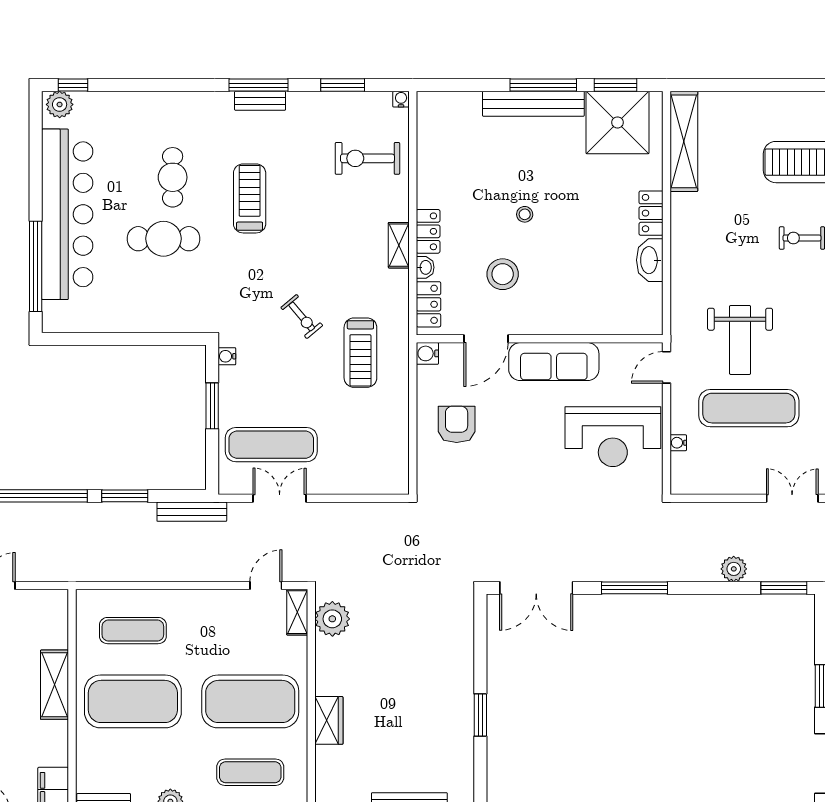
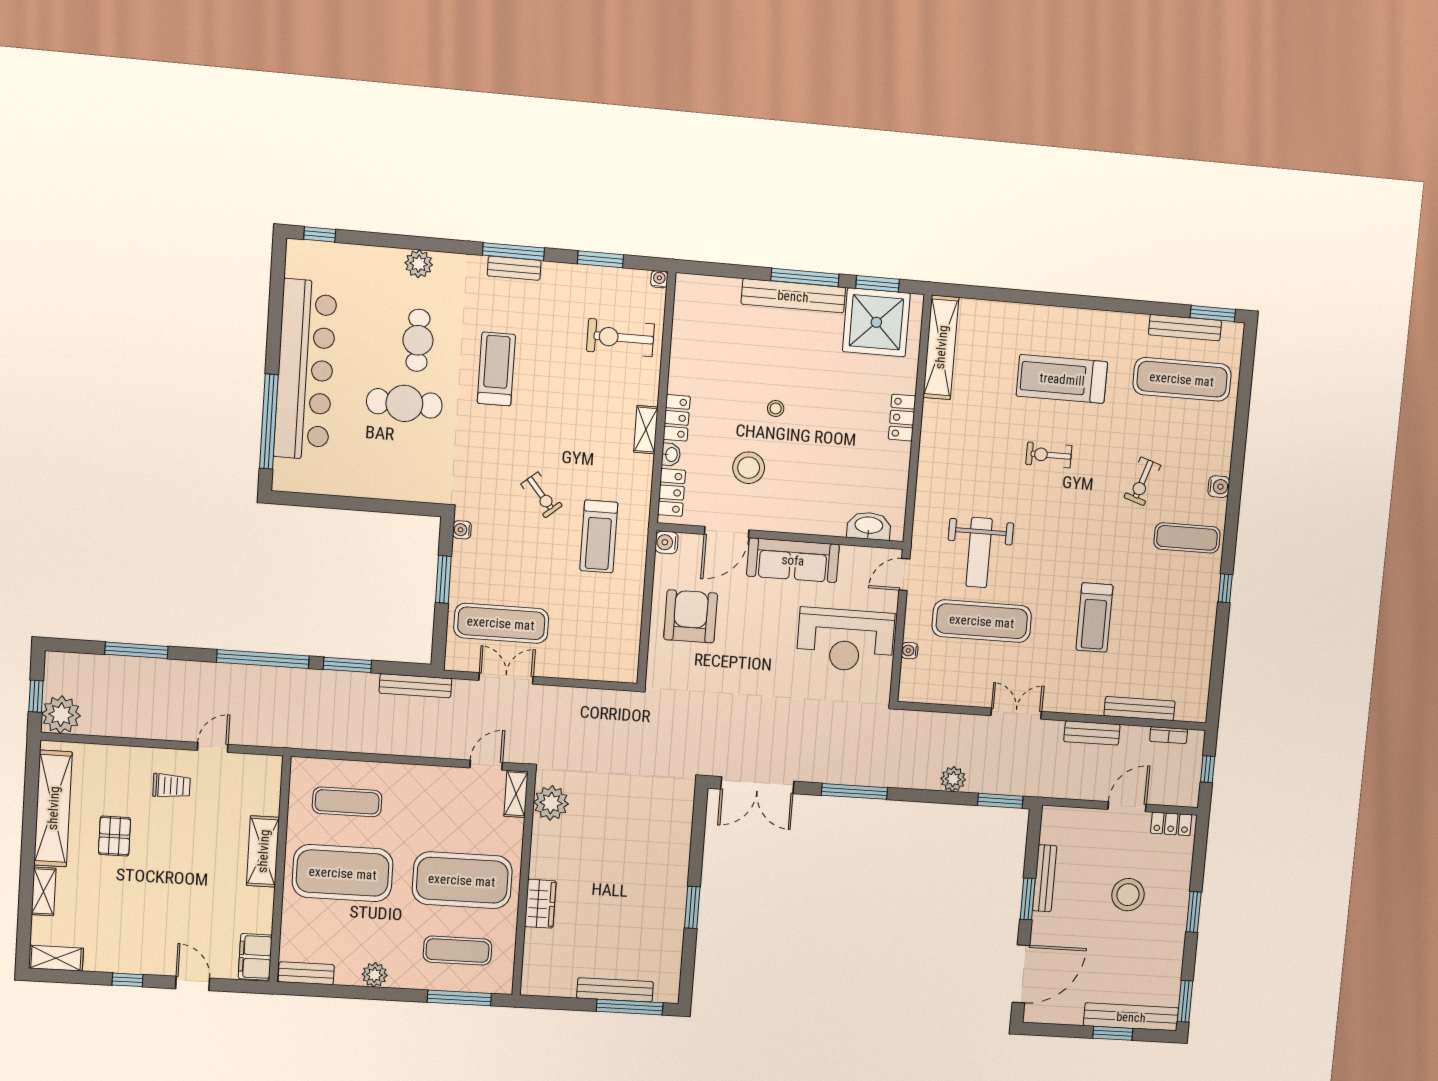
plant: (60, 104) -> (419, 264), moved
washbasin: (650, 260) -> (869, 526), moved, turned 90
armchair: (457, 424) -> (691, 616), width x1.36, depth x1.36

